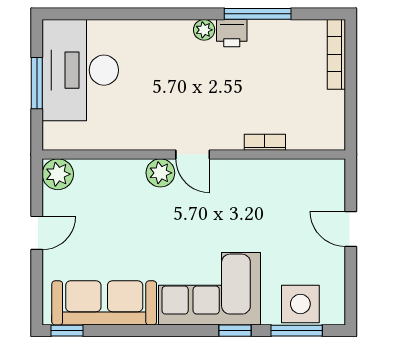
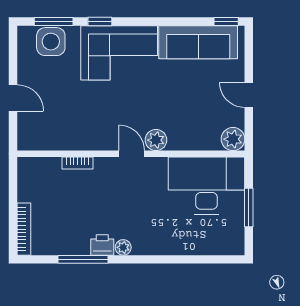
desk: (80, 70) -> (207, 185), moved, turned -90
door: (37, 233) -> (249, 95), hinge flipped

